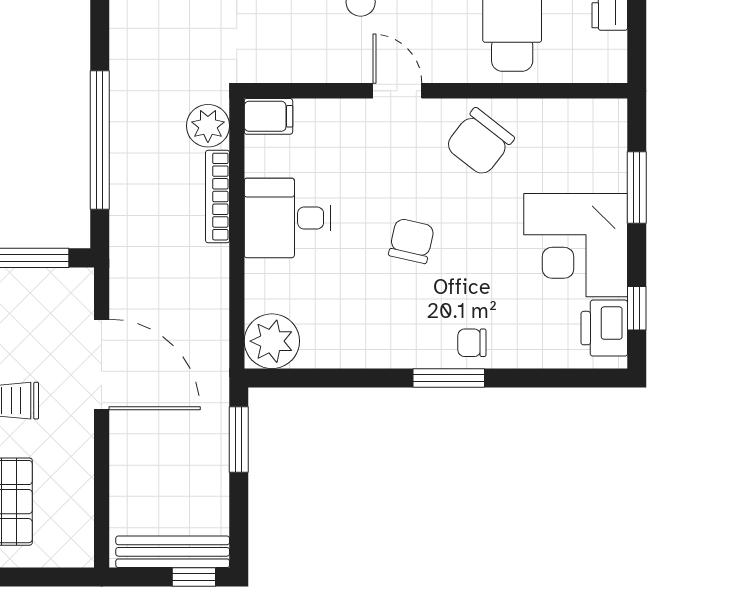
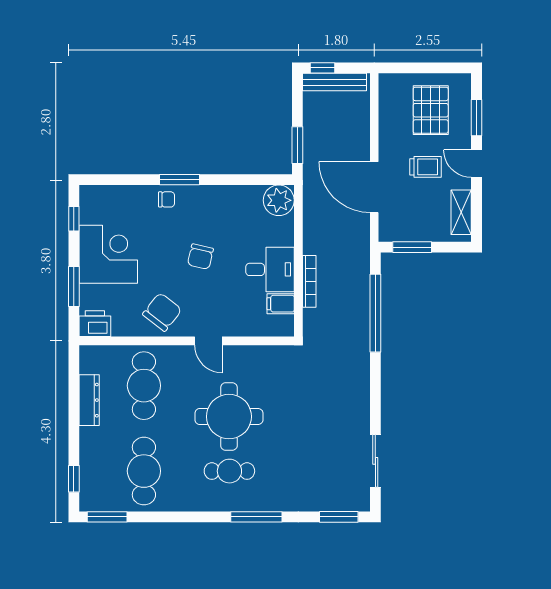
filing cabinet: (268, 116) -> (281, 304), moved
plant: (208, 126) -> (315, 321), removed
printer: (604, 328) -> (95, 324), moved, turned -90

